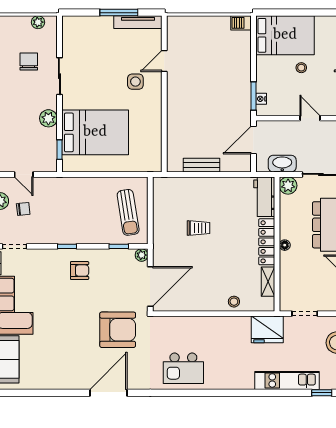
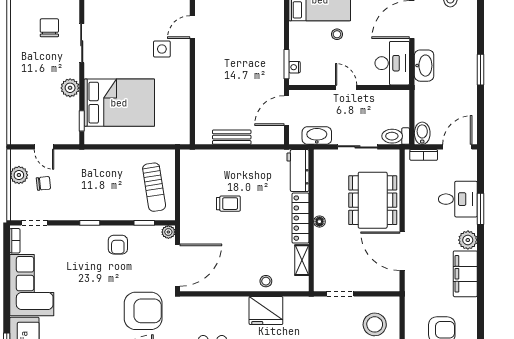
plant: (288, 186) -> (323, 159), removed
armchair: (80, 271) -> (118, 245), moved, turned 90
fridge: (267, 329) -> (266, 311), moved

